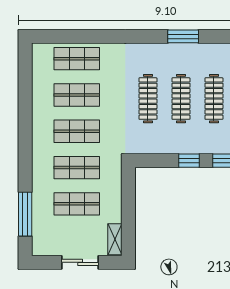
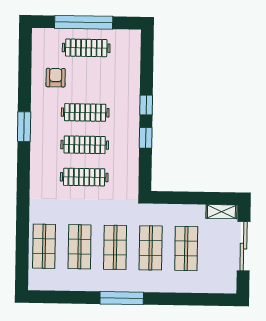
window: (183, 36) -> (24, 127), moved
window: (25, 214) -> (122, 298), moved
sliding door: (80, 262) -> (244, 246), width x1.37

